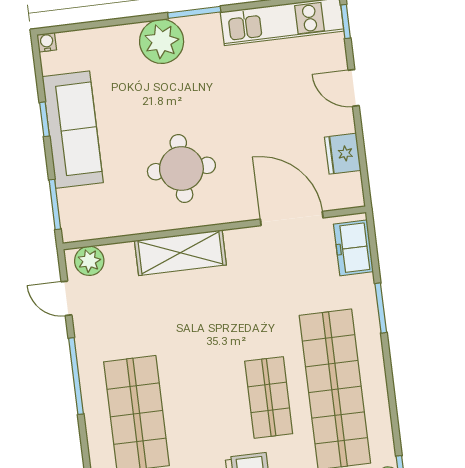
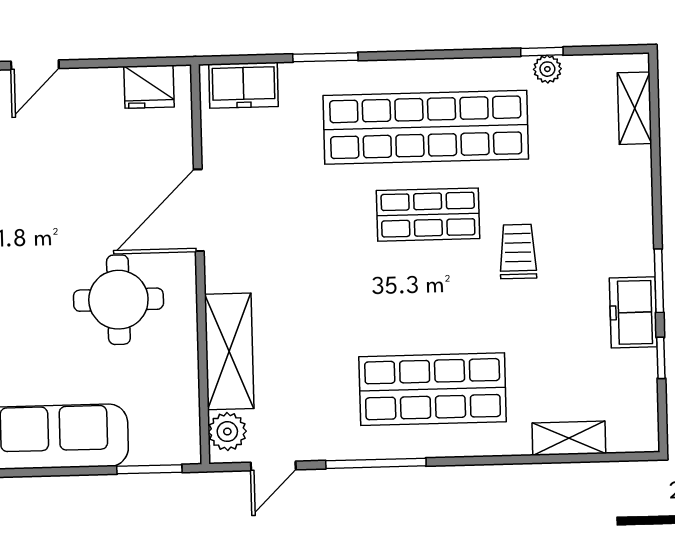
window: (44, 119) -> (37, 472), removed
fridge: (343, 154) -> (149, 87), moved
door: (292, 218) -> (199, 210), moved
shelving: (180, 253) -> (229, 351), moved

